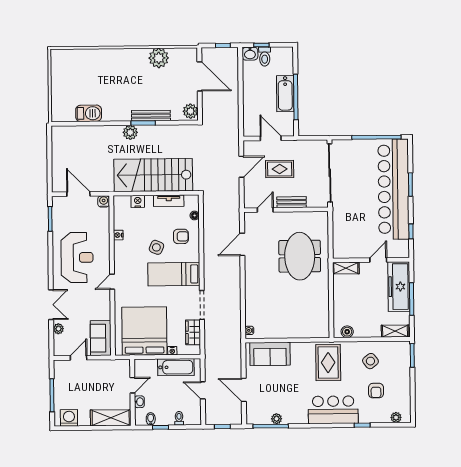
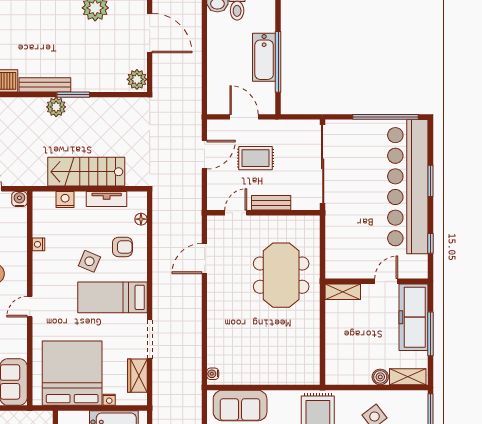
bench: (151, 116) -> (45, 85), moved
stairs: (153, 175) -> (86, 172), width x0.73, depth x0.66
boiler: (347, 332) -> (380, 377), moved

